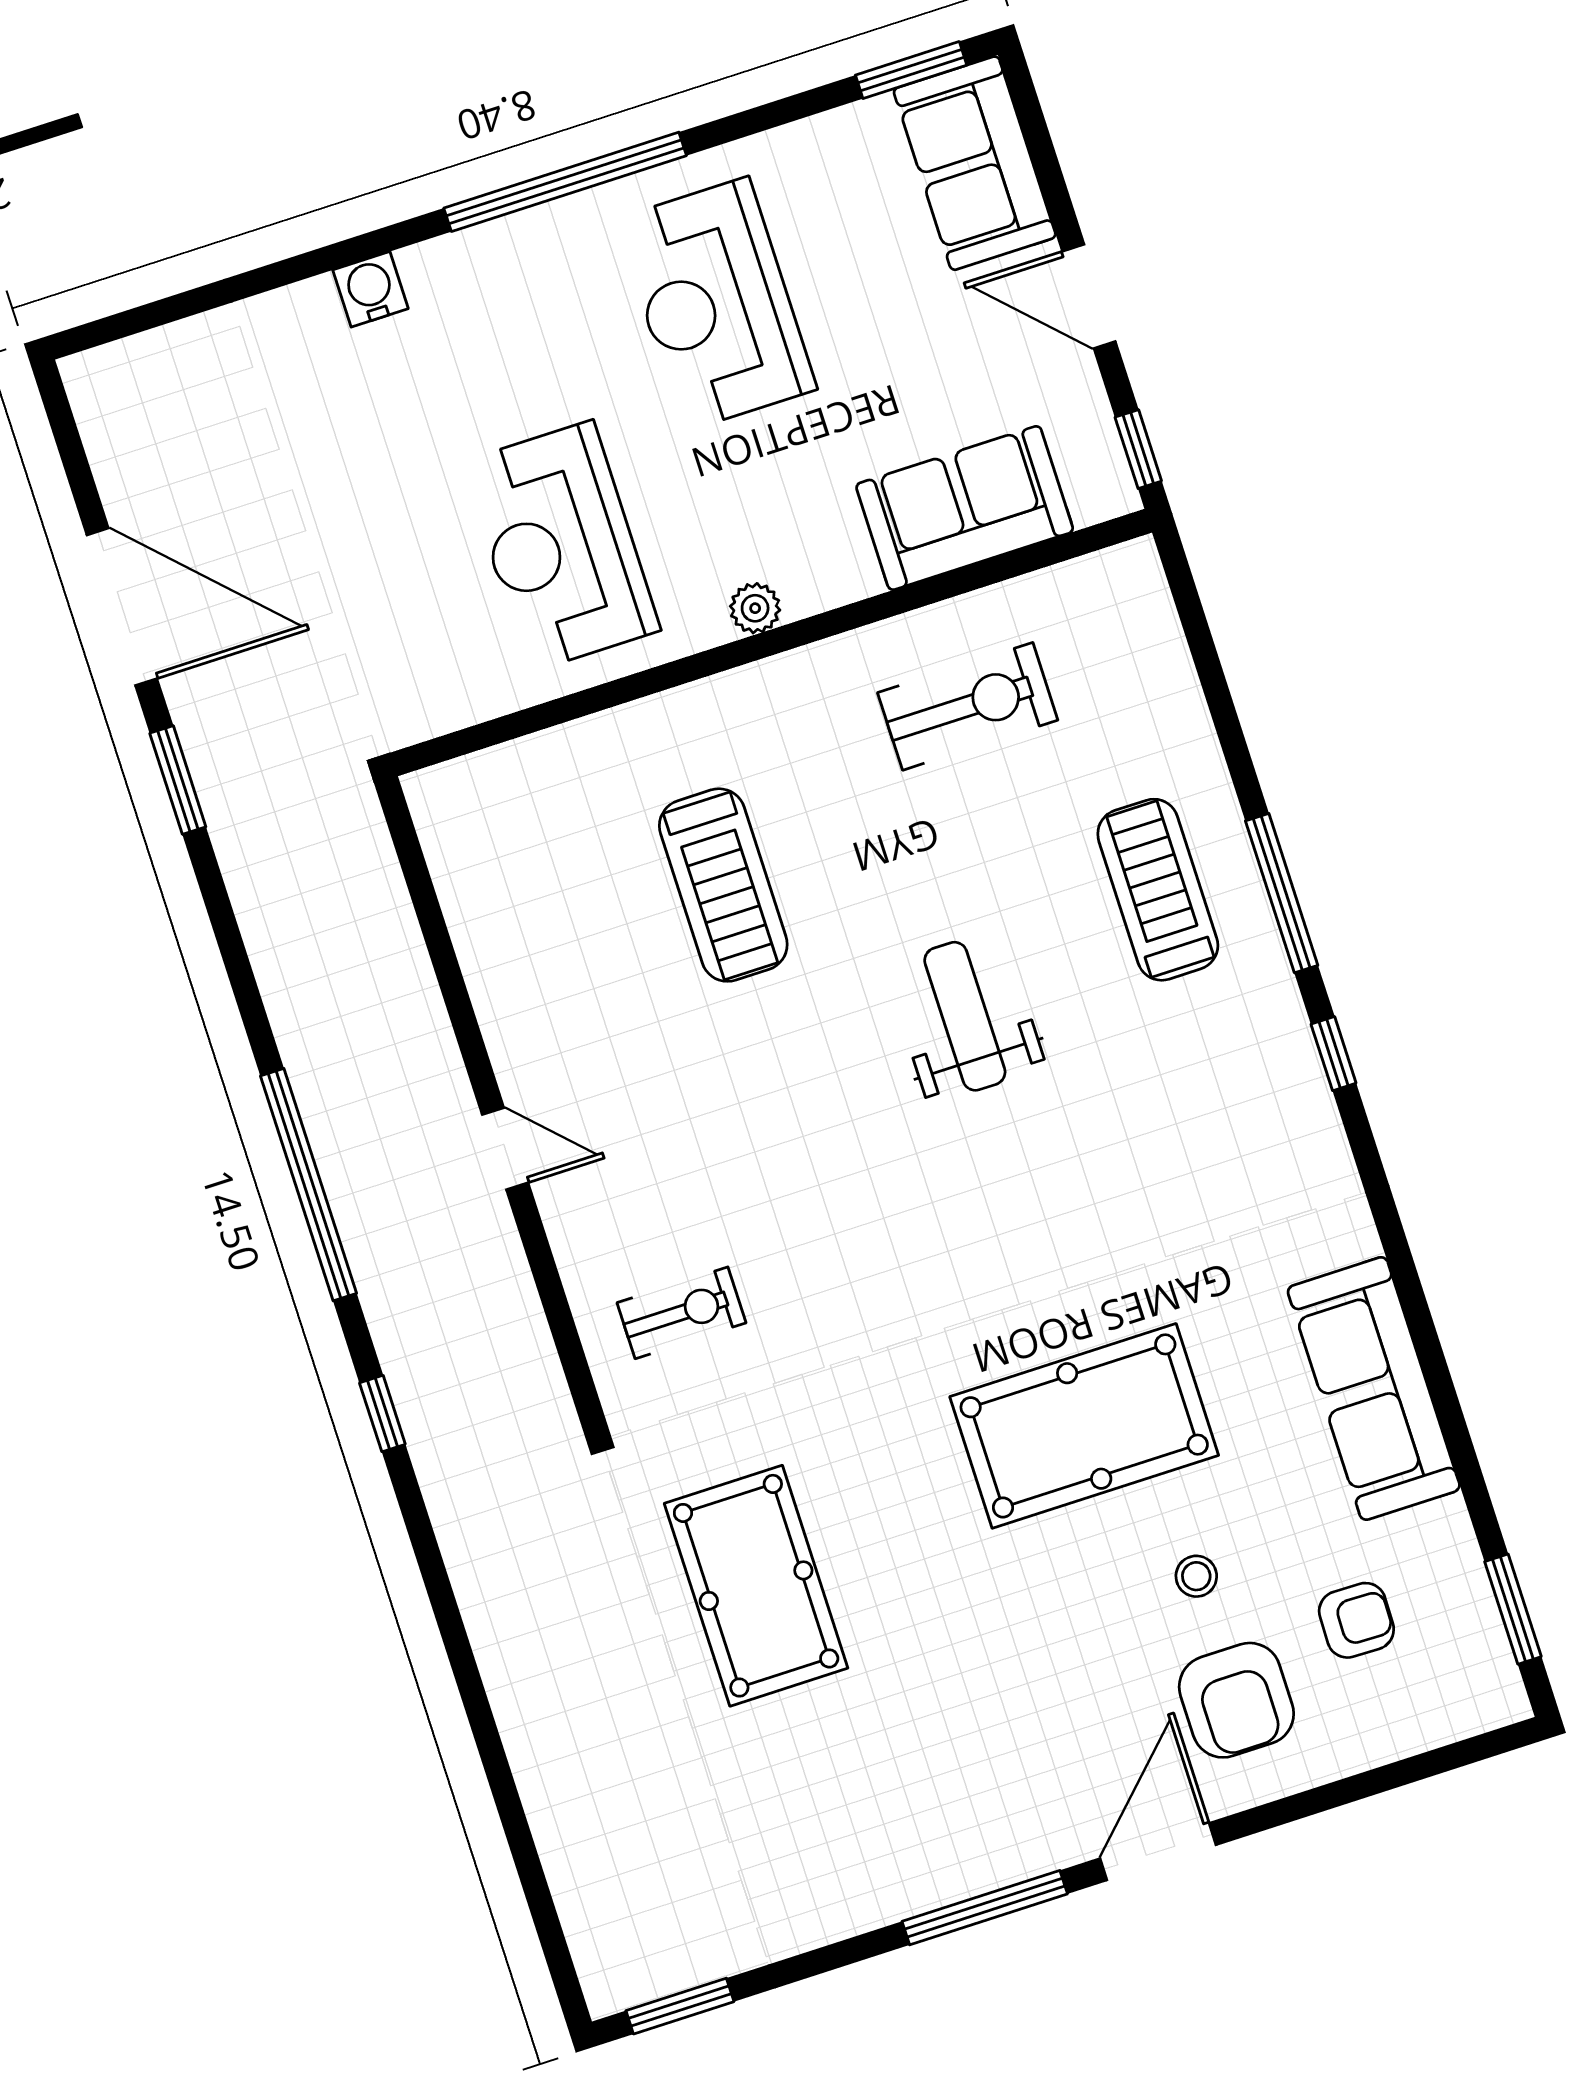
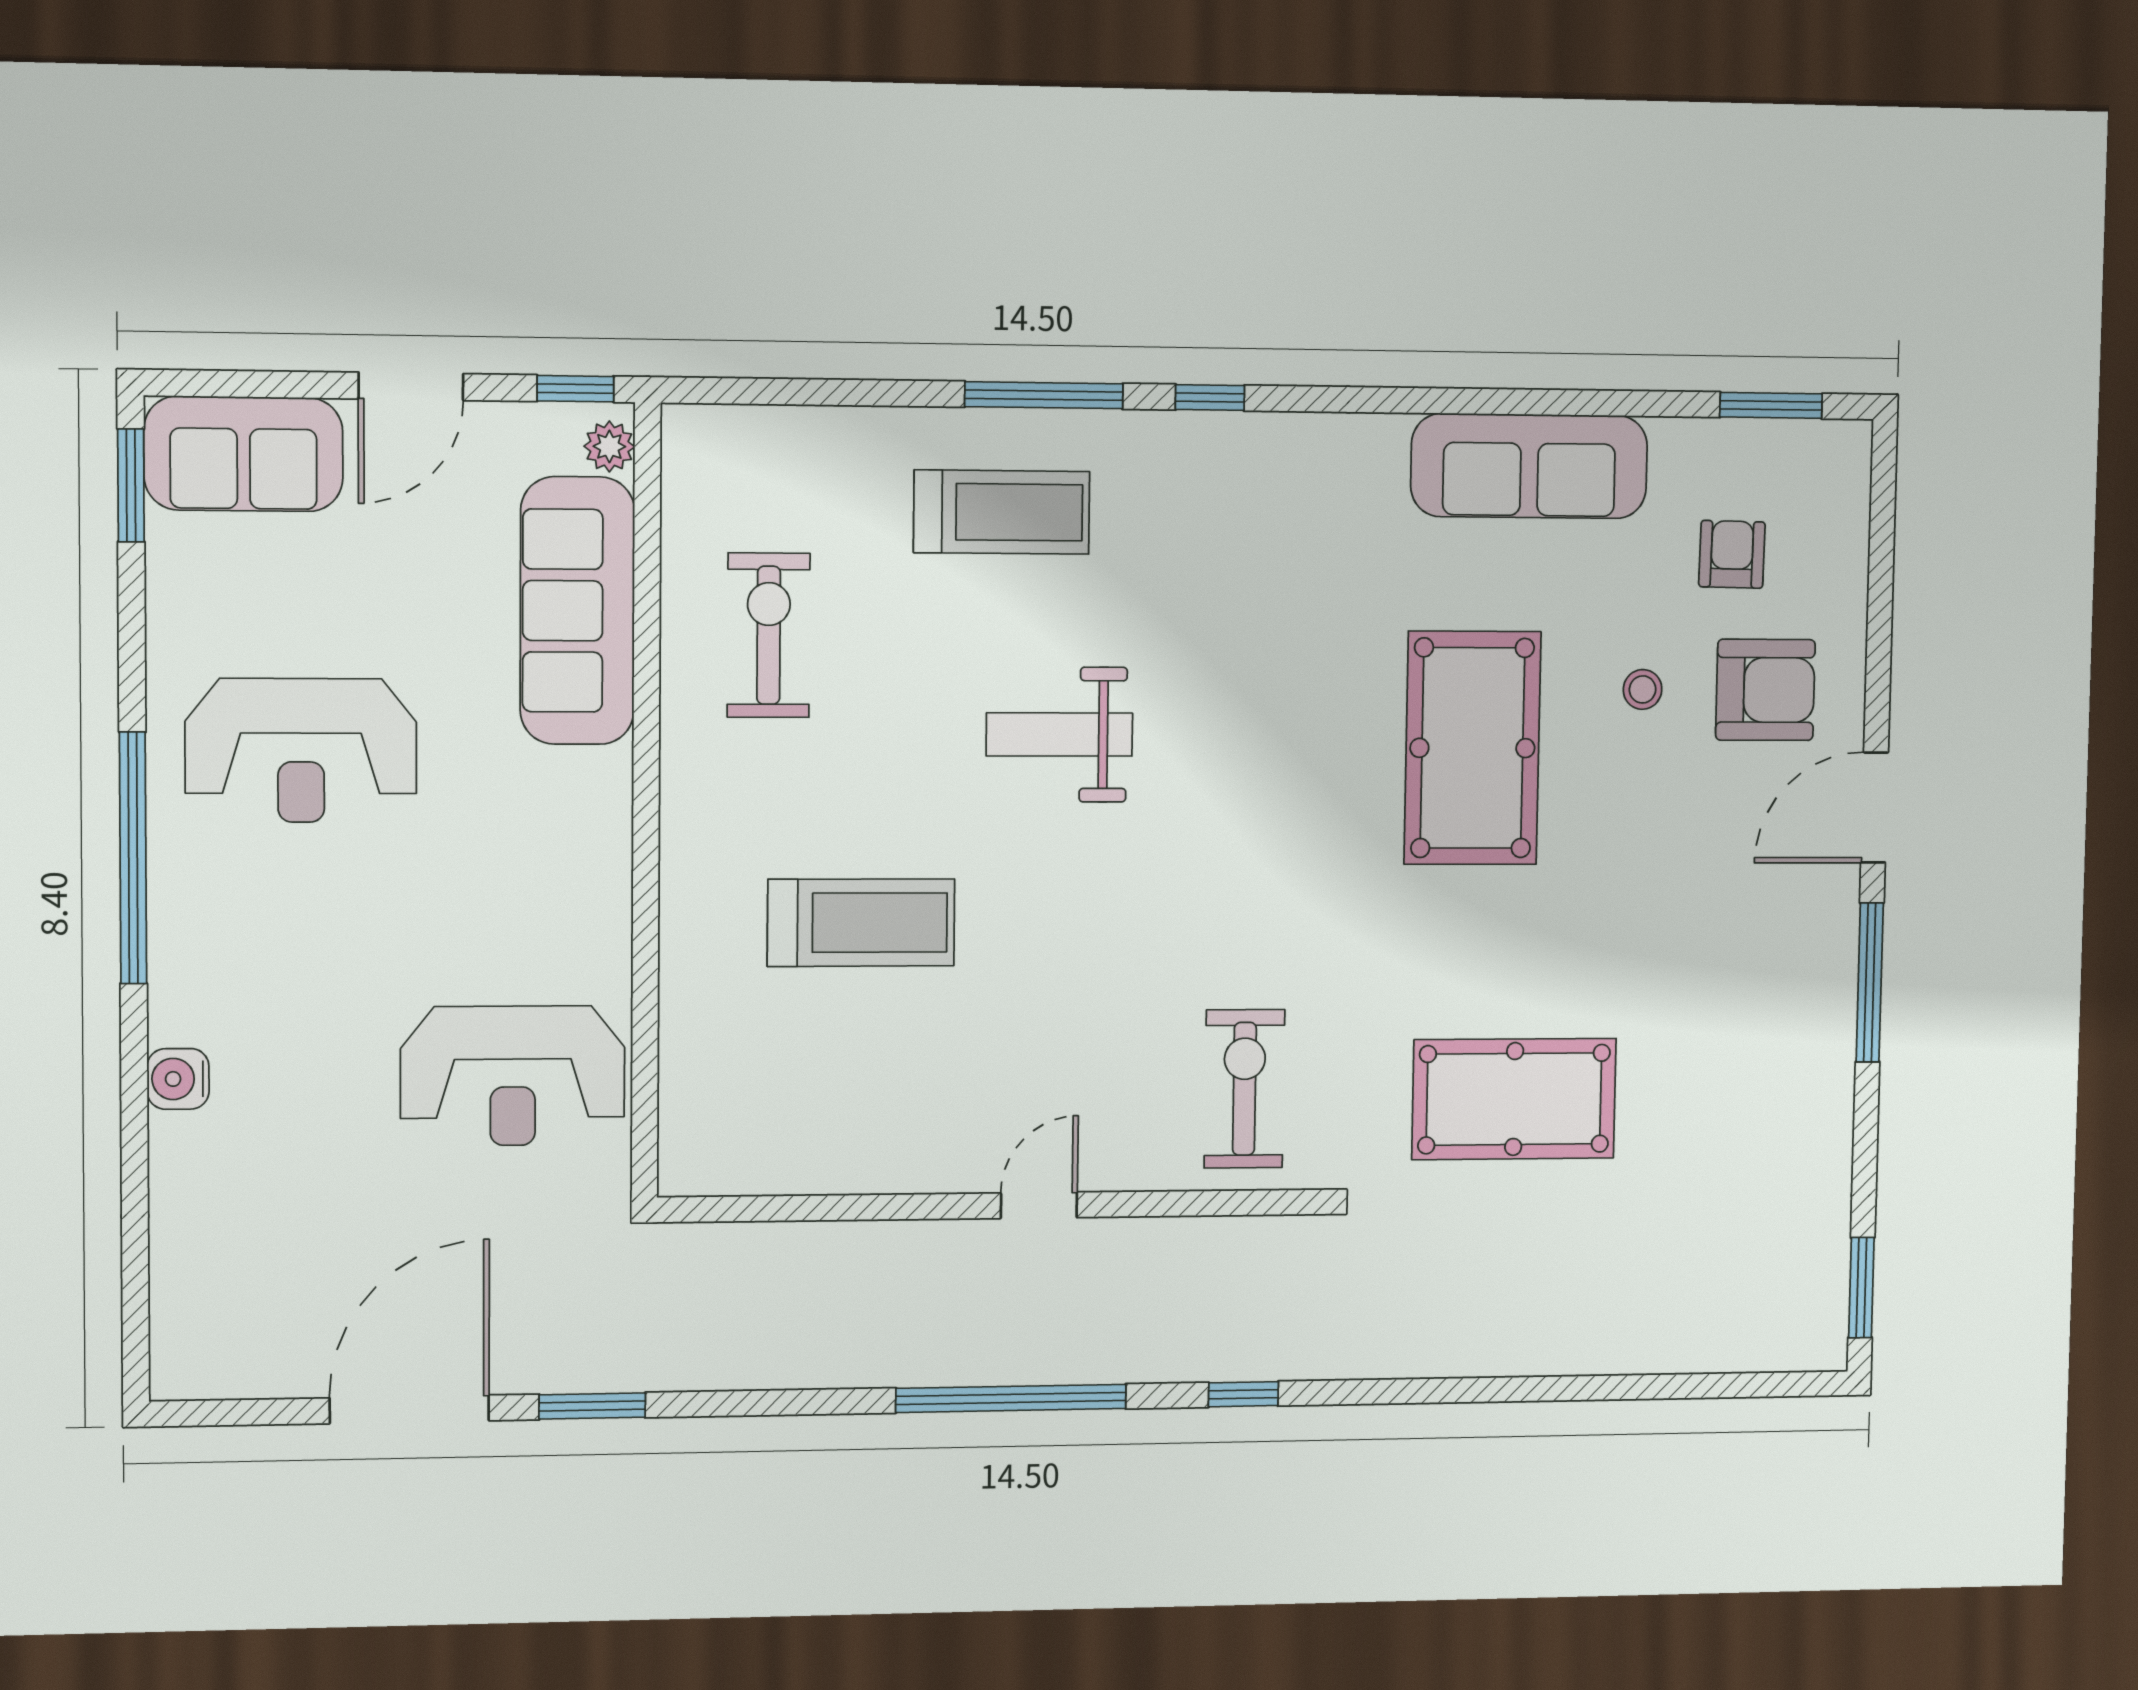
sofa: (965, 508) -> (577, 611), width x1.36
reception desk: (561, 546) -> (513, 1076), moved
plant: (755, 608) -> (609, 446), moved
treadmill: (1158, 890) -> (1002, 512), turned 180
exercise bike: (682, 1313) -> (1244, 1089), width x1.38, depth x1.39
door: (1158, 1852) -> (1874, 808), hinge flipped

